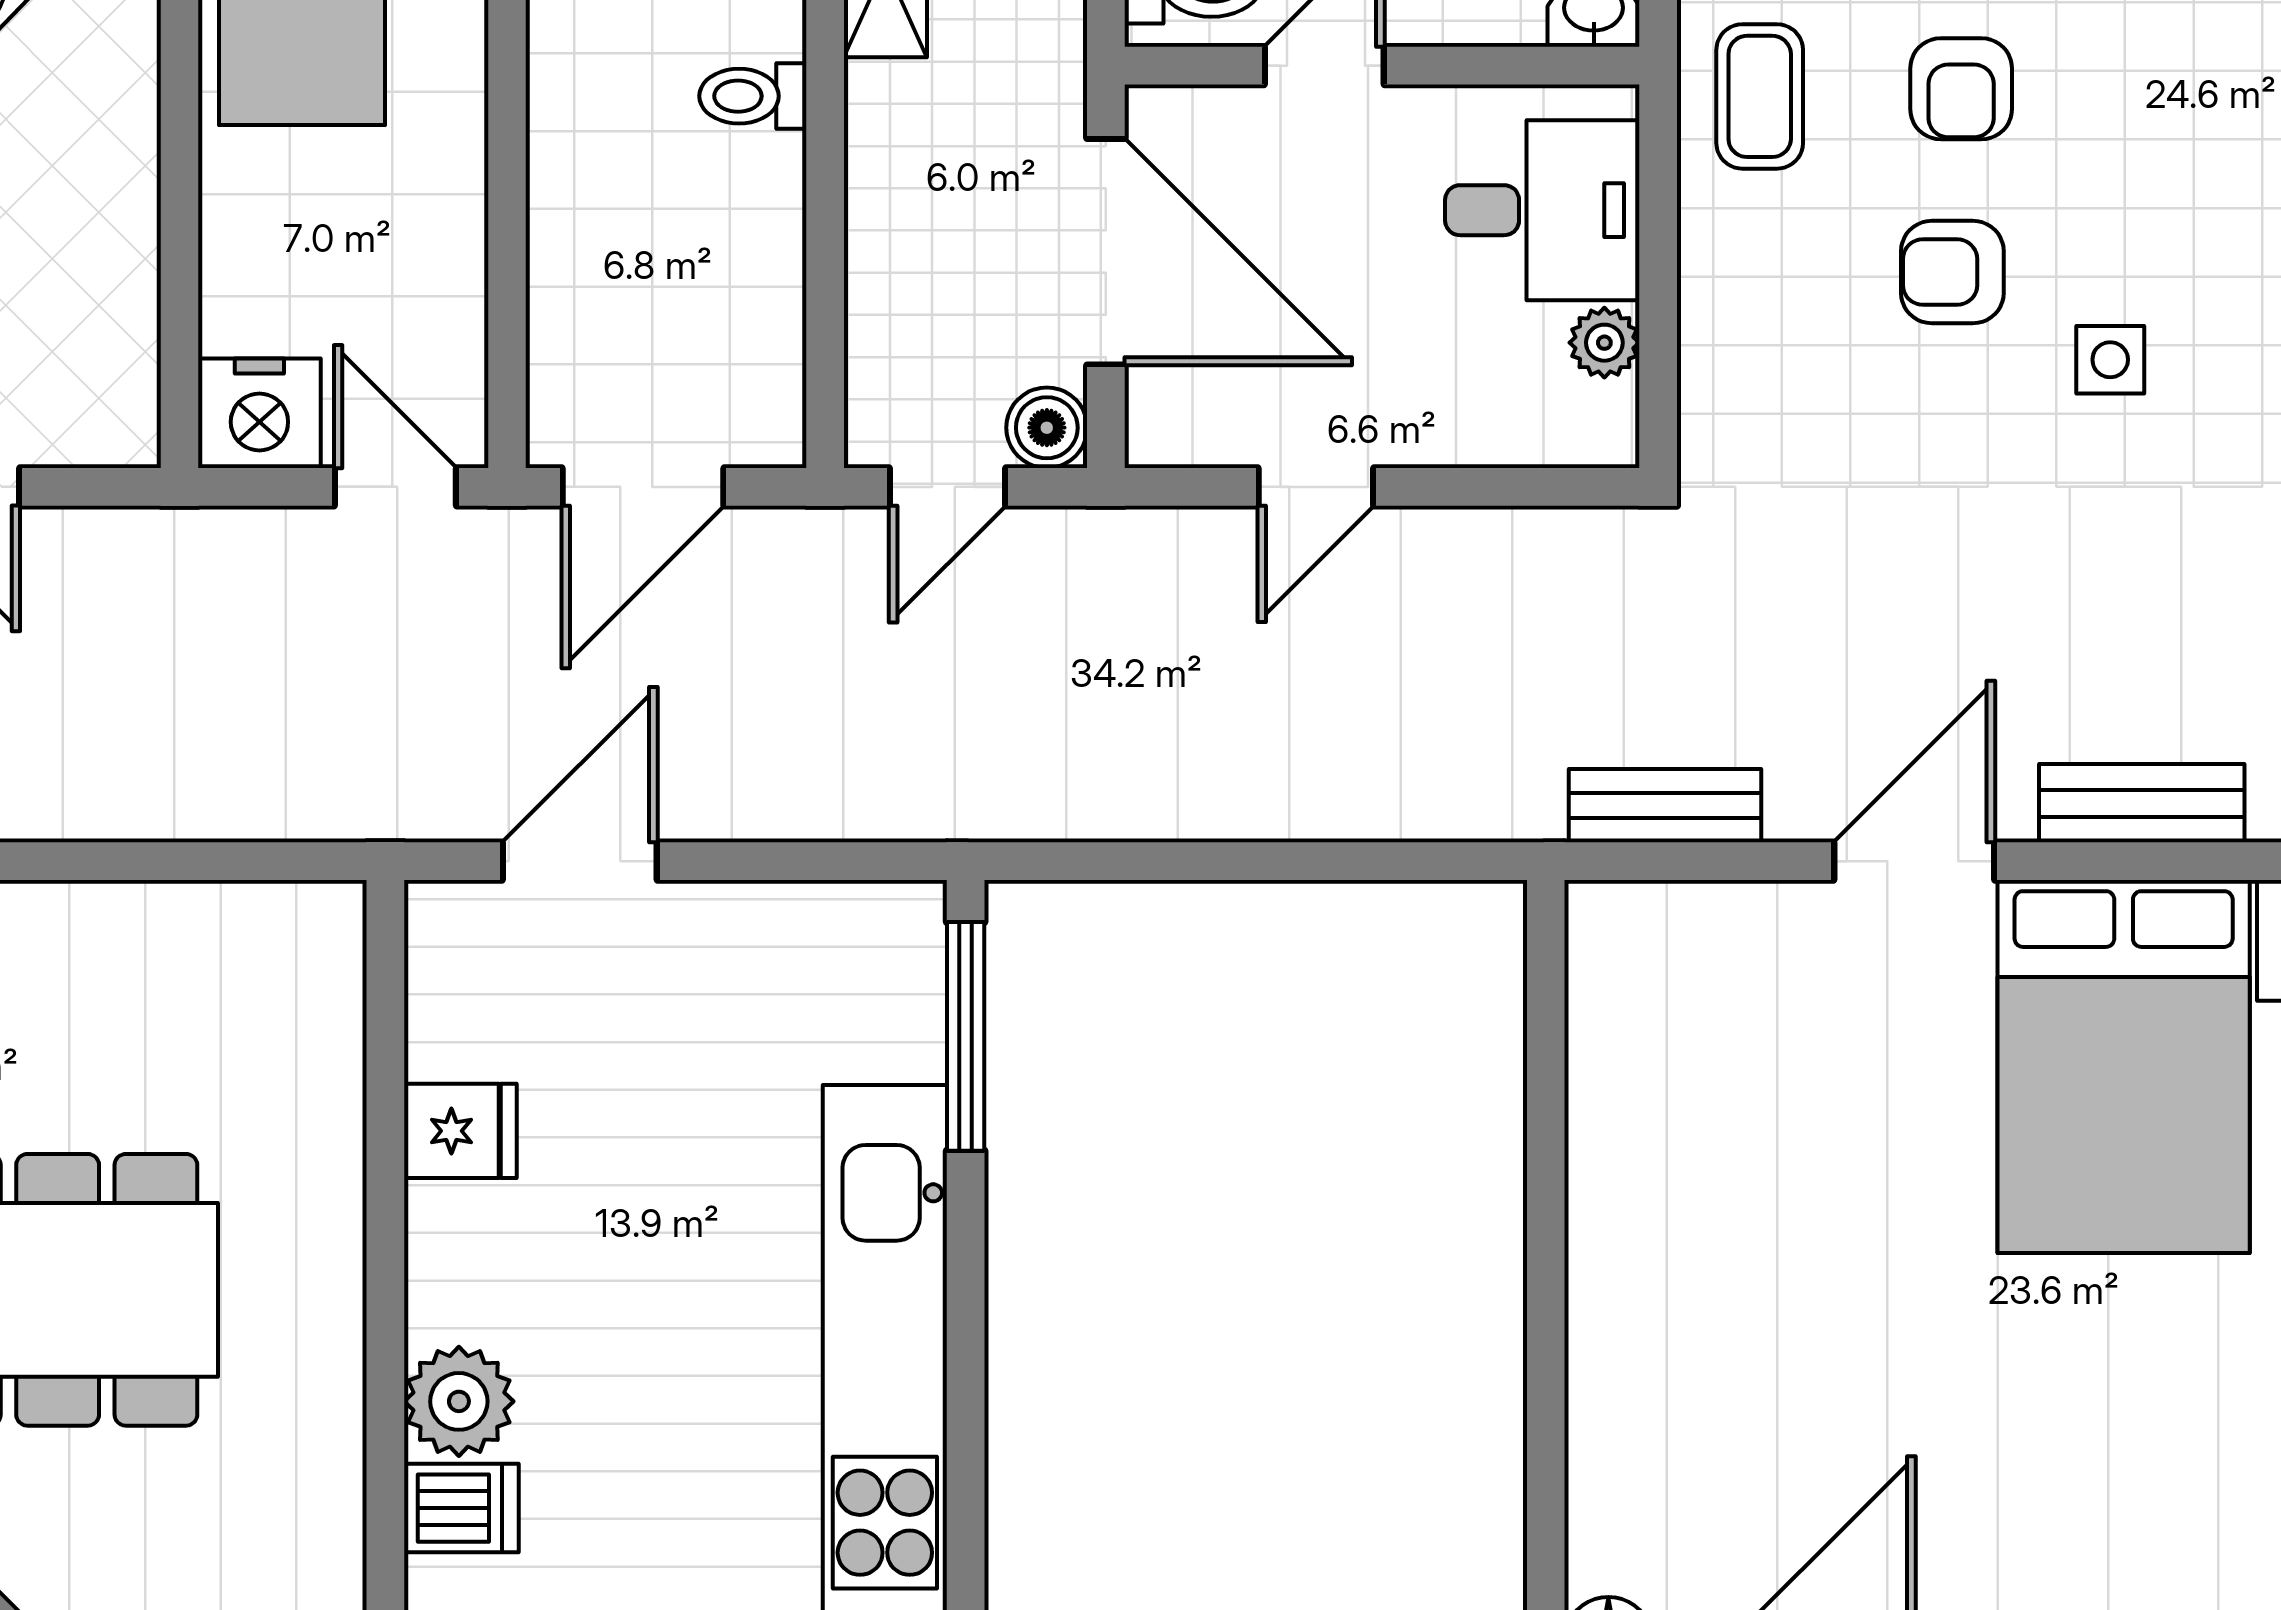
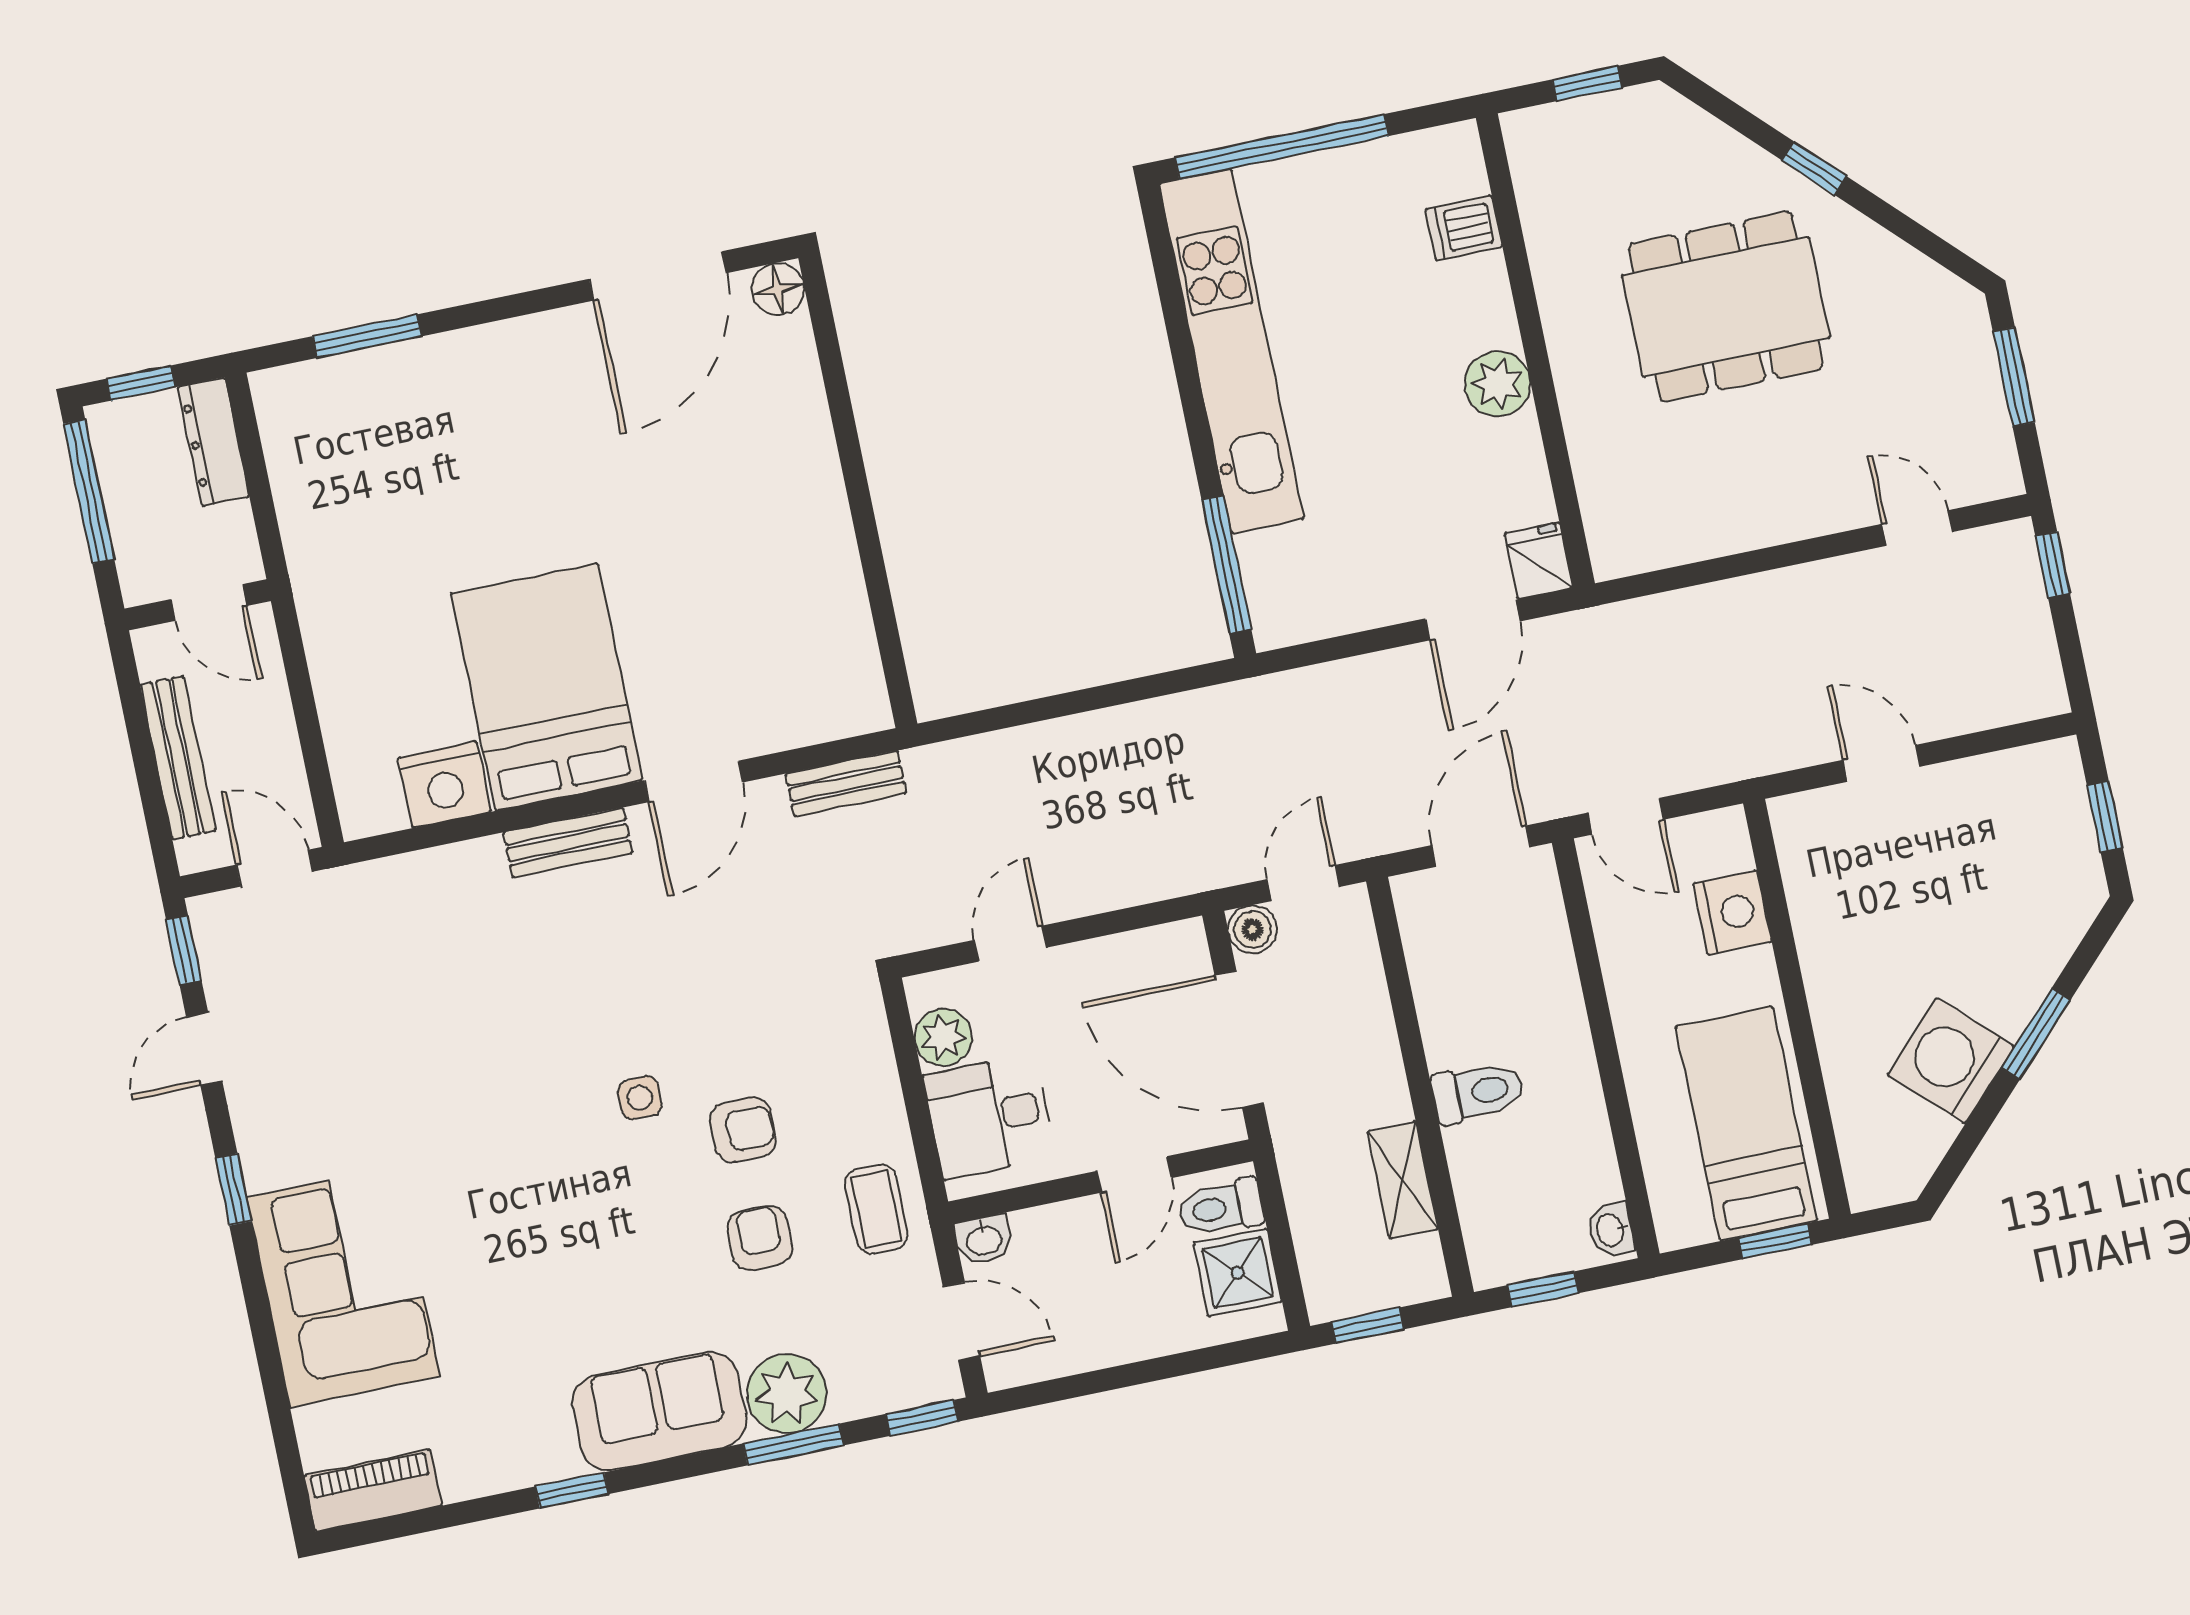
toilet: (753, 96) -> (1478, 1092), width x1.37, depth x1.39
plant: (1604, 343) -> (943, 1037), width x1.38, depth x1.38
nightstand: (259, 413) -> (1732, 912), moved, turned 90
door: (1316, 487) -> (1010, 944), moved
fridge: (460, 1131) -> (1539, 561), moved, turned 90
plant: (459, 1401) -> (1497, 384), moved

